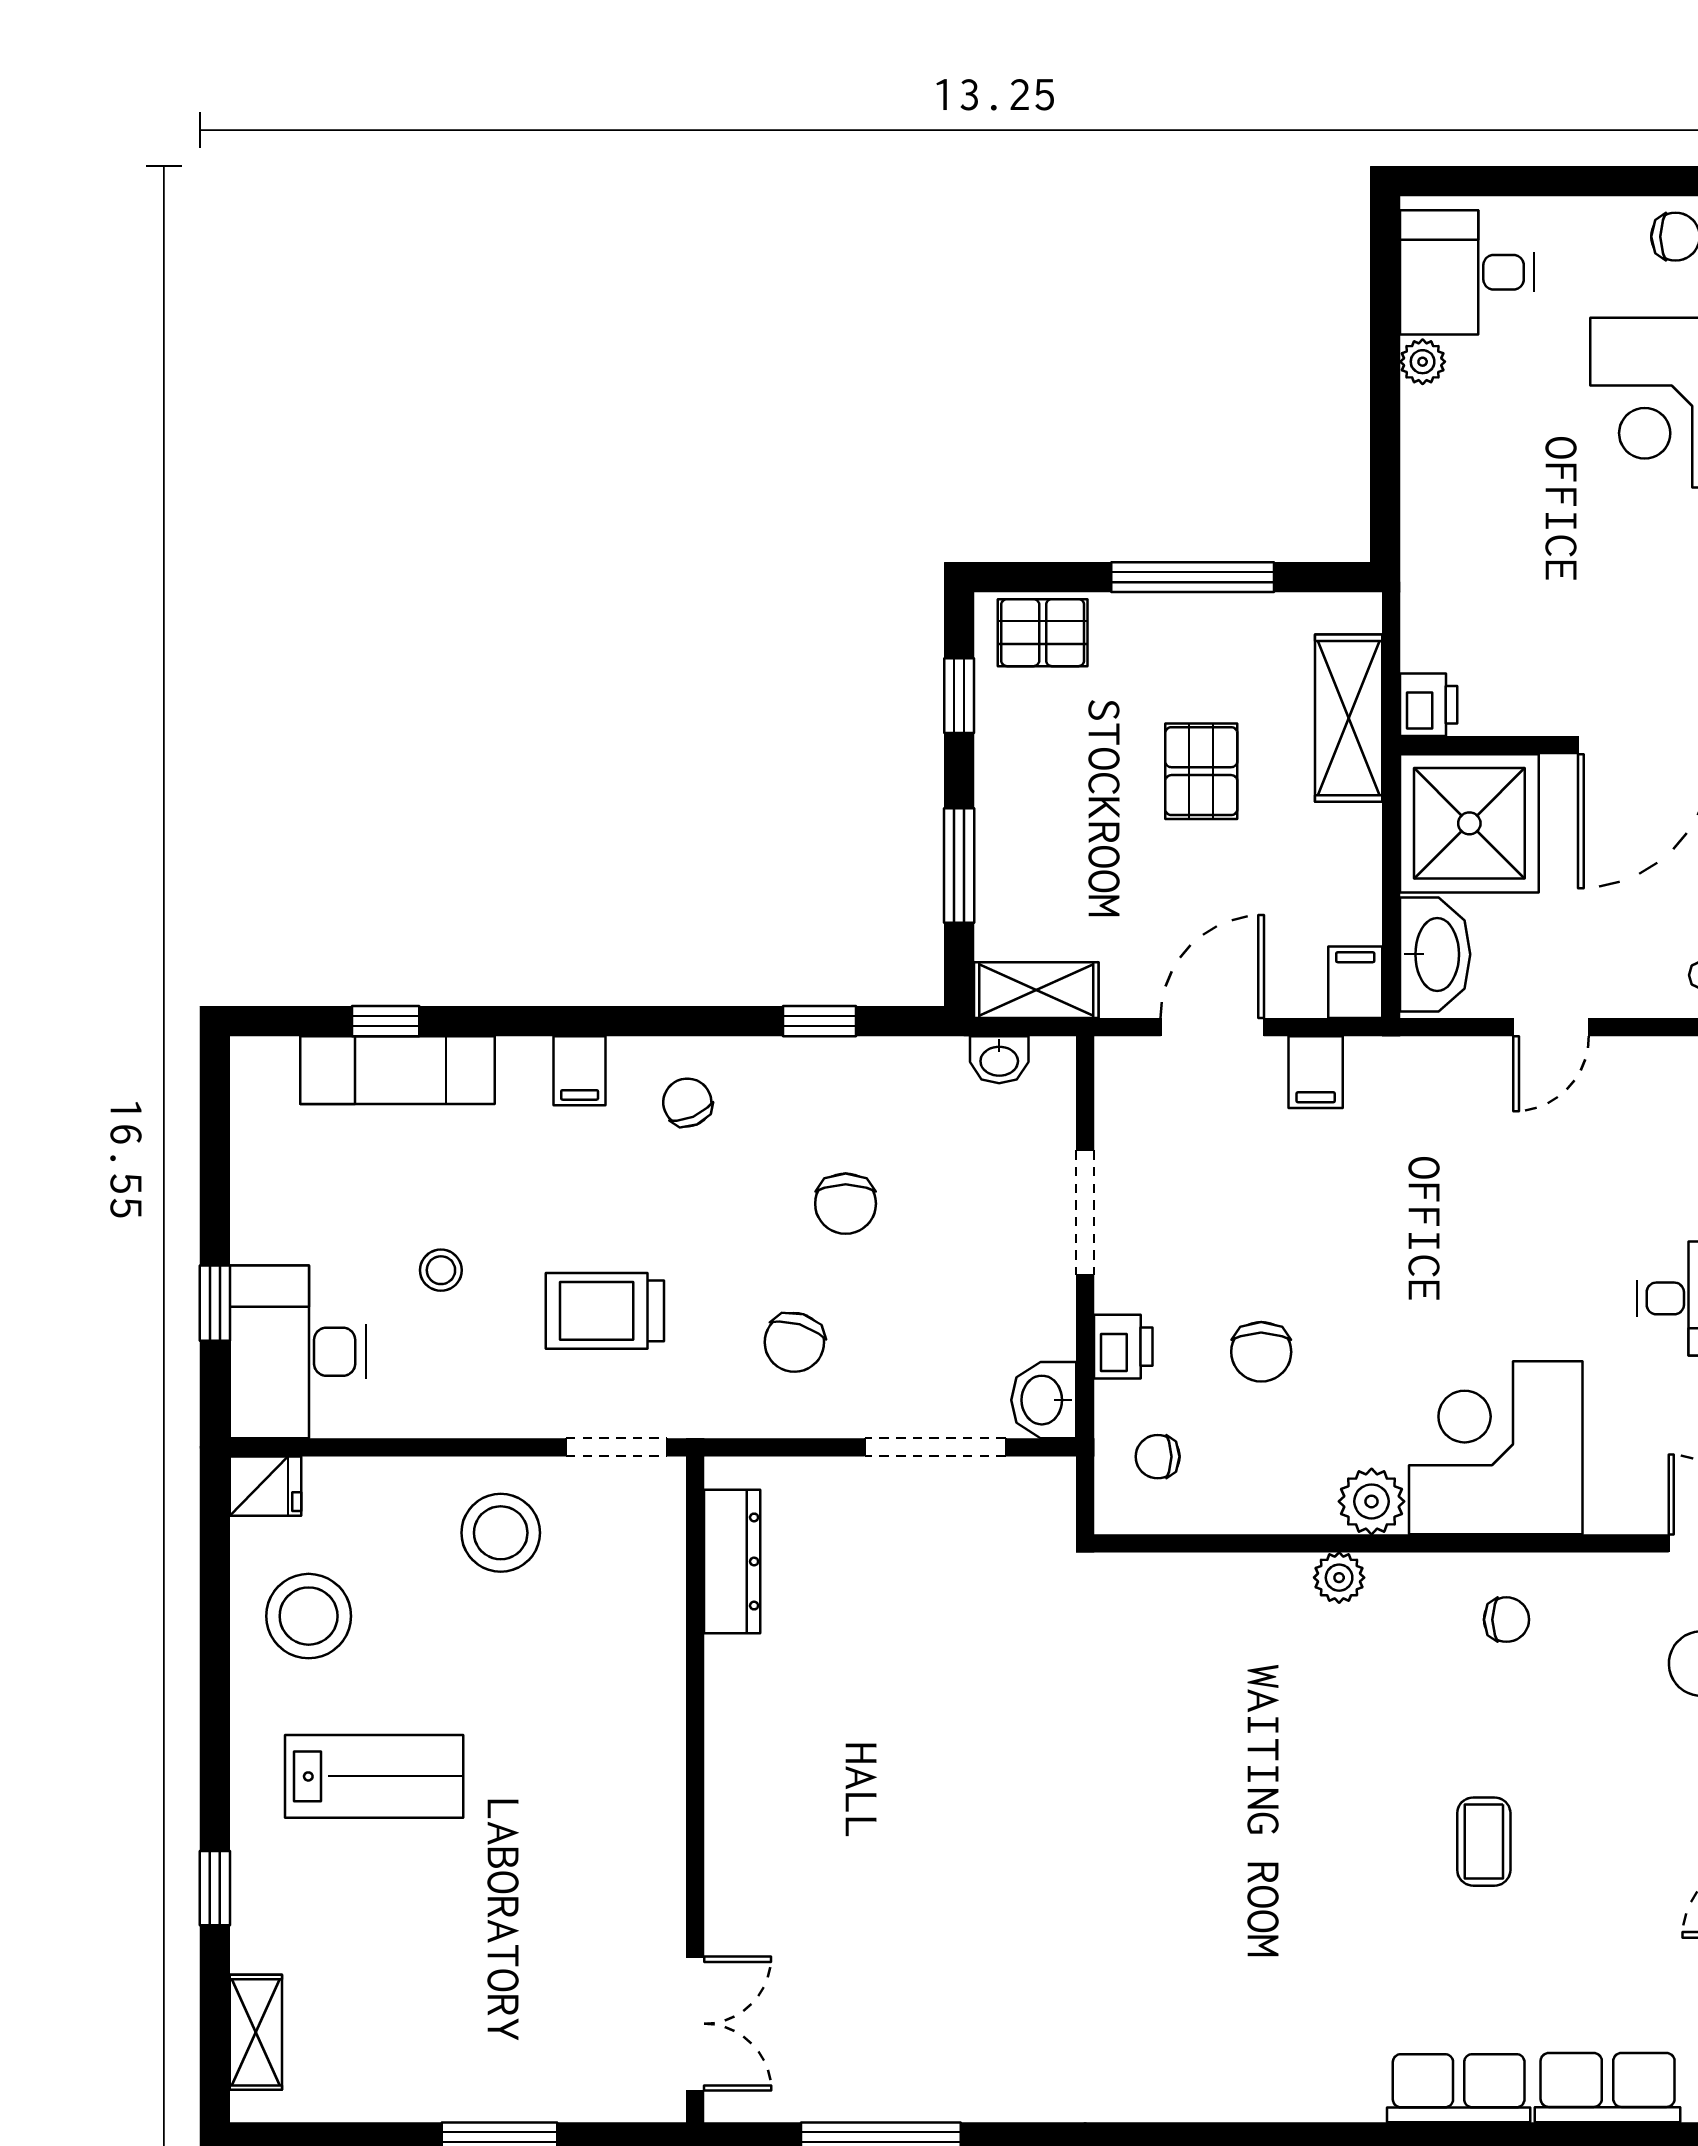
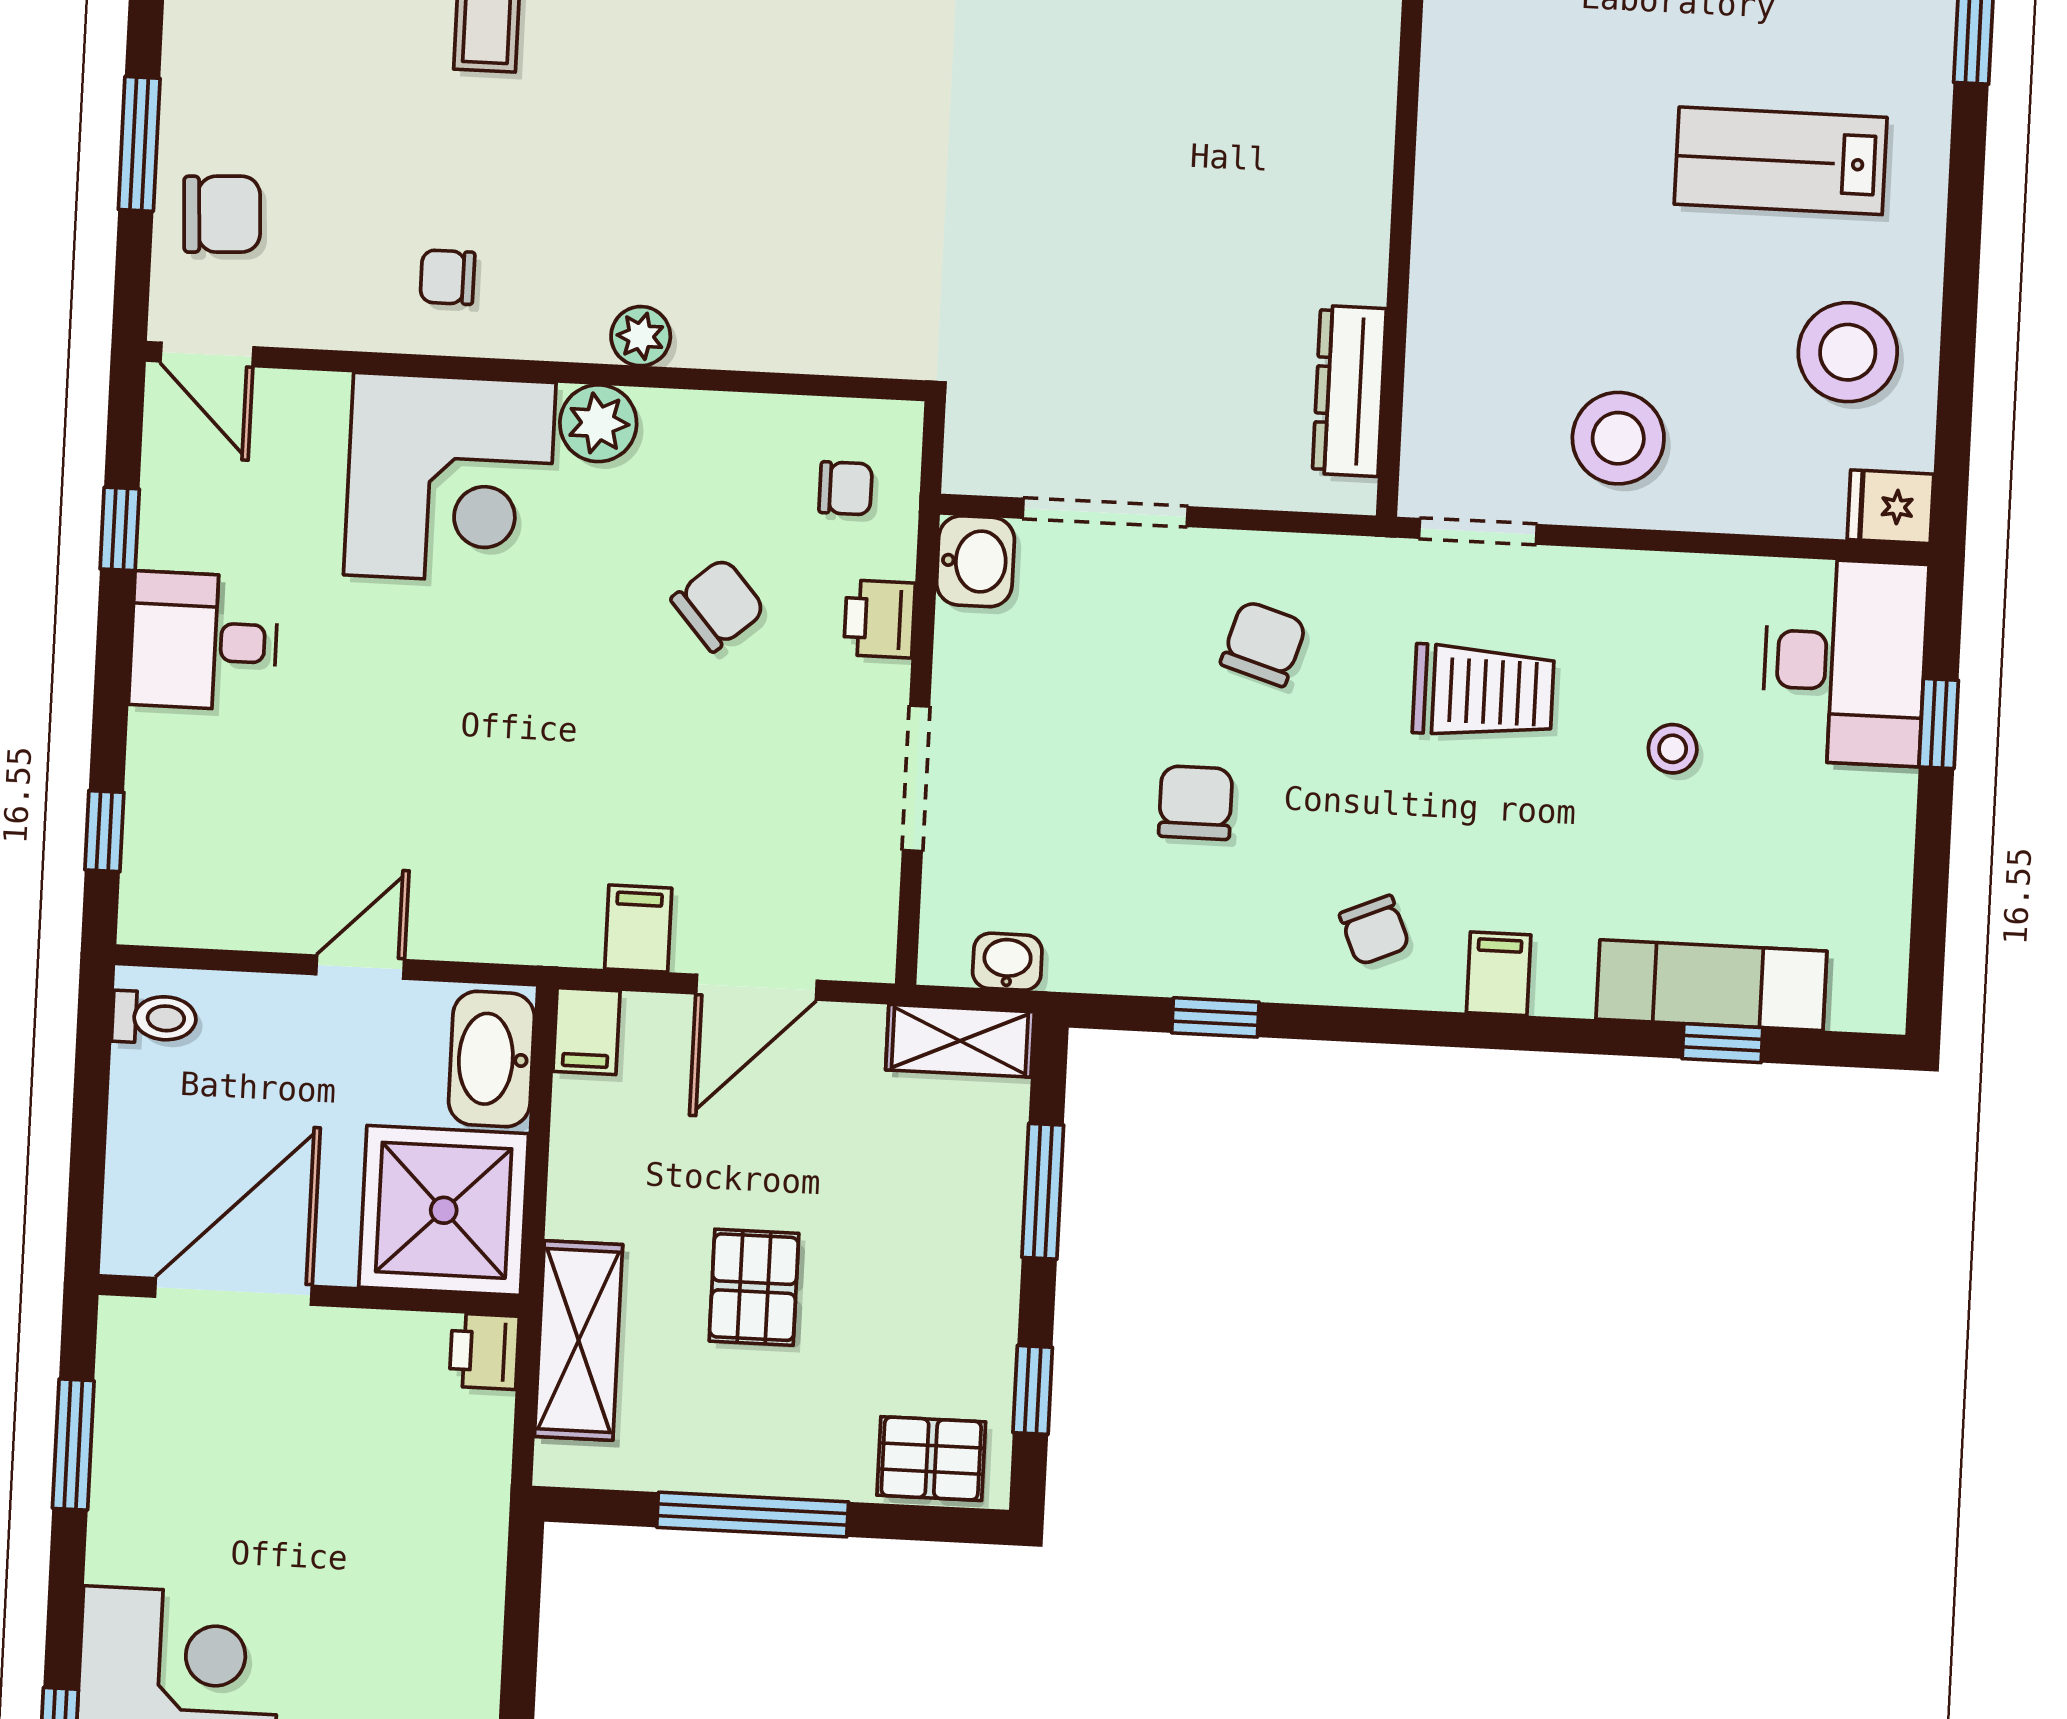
chair: (1261, 1352) -> (718, 605), turned 49

